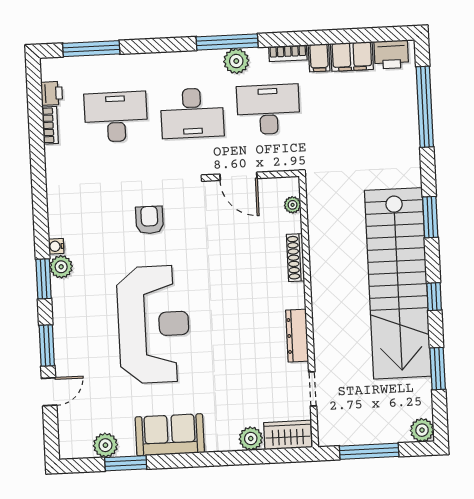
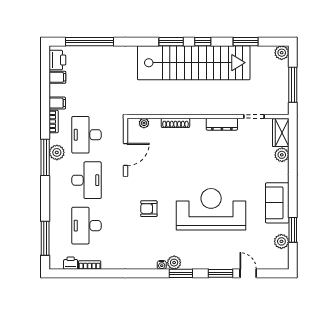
filing cabinet: (352, 56) -> (57, 77), width x0.50
window: (430, 217) -> (171, 42), moved

